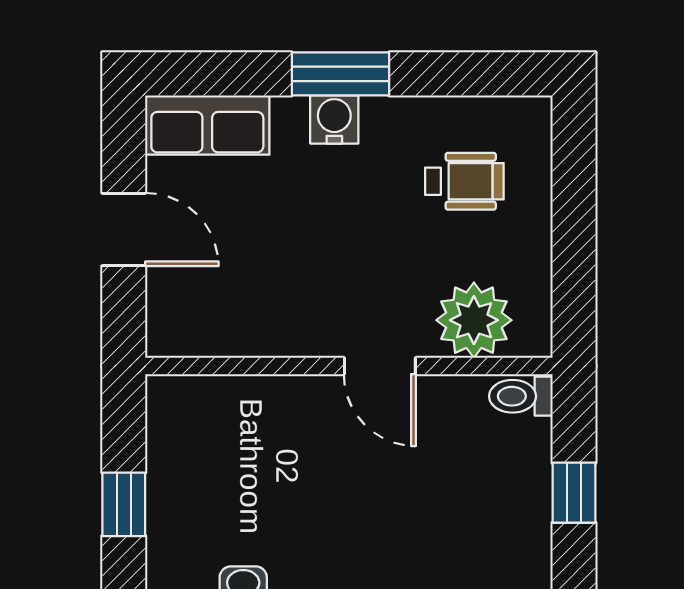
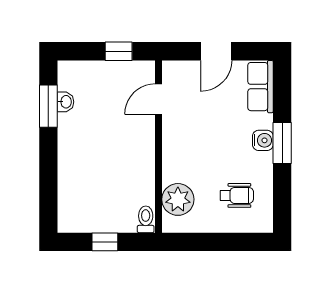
wheelchair: (464, 181) -> (237, 195), turned -90
door: (380, 366) -> (158, 99), moved
window: (124, 504) -> (119, 51), moved

